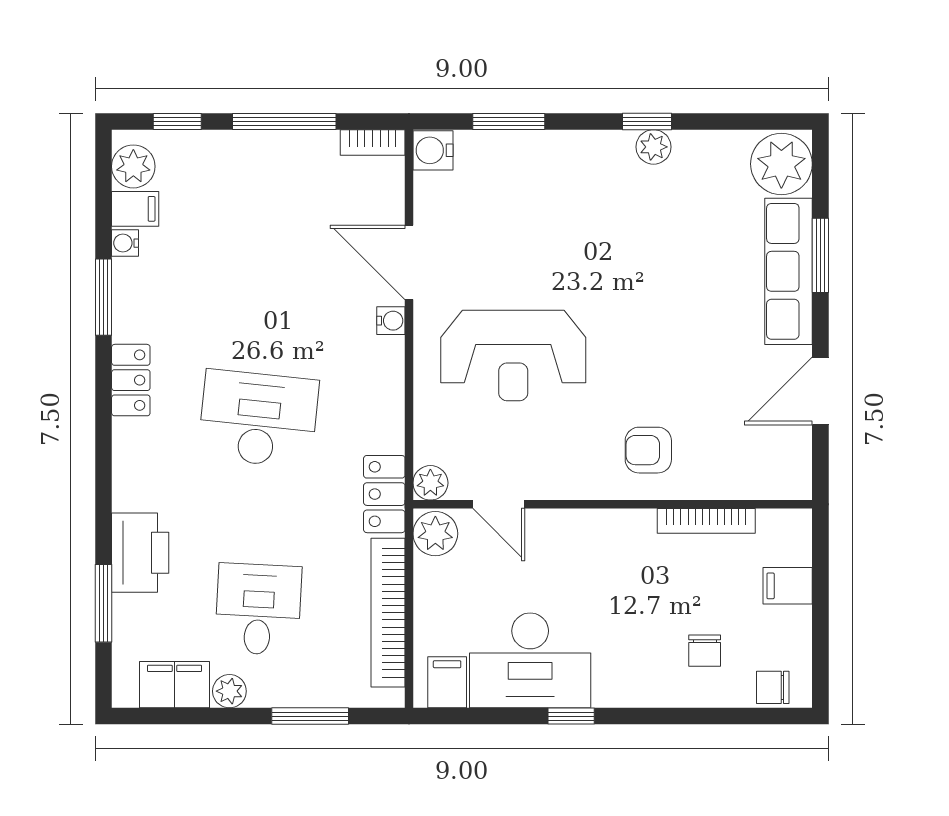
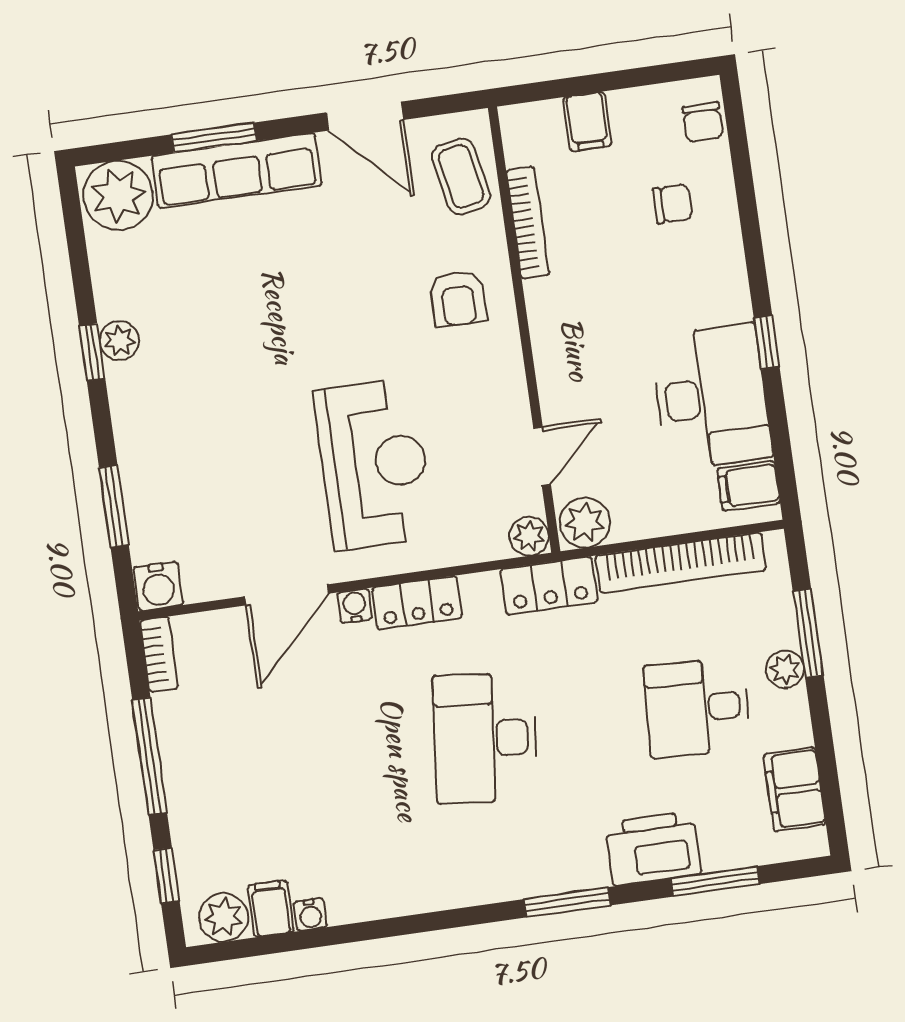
window: (104, 297) -> (567, 902), moved
locker: (131, 380) -> (417, 603), moved, turned 180
coffee table: (755, 468) -> (461, 176), added
plant: (229, 691) -> (785, 669), moved

